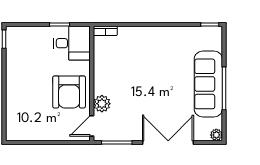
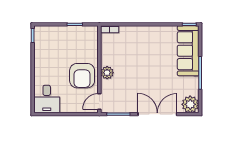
desk: (72, 43) -> (47, 99), moved, turned 90
sofa: (208, 84) -> (188, 51), moved
plant: (102, 104) -> (107, 73), moved
plant: (216, 135) -> (190, 104), width x1.87, depth x1.87

